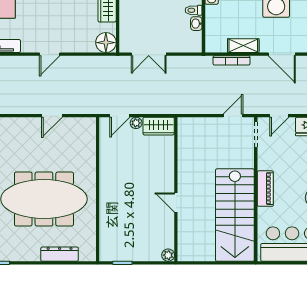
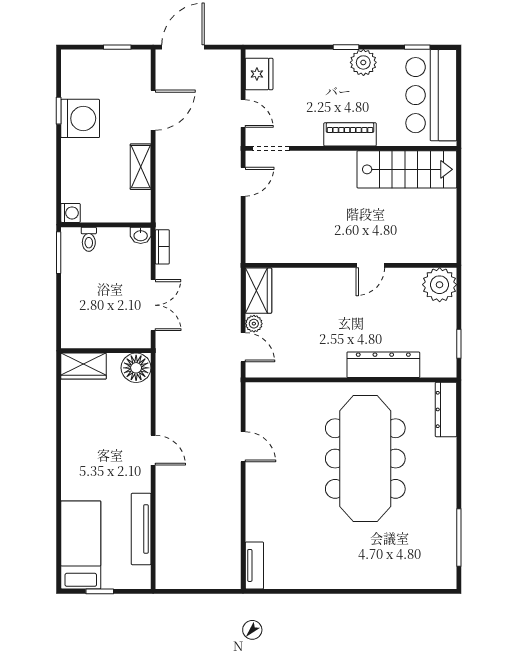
washbasin: (196, 24) -> (141, 235), moved
bookcase: (232, 60) -> (162, 247), moved, width x0.64
door: (233, 116) -> (243, 182), swing flipped
dresser: (108, 211) -> (383, 365), added
stairs: (235, 215) -> (407, 169), width x0.73, depth x0.66
dresser: (60, 254) -> (446, 409), moved
plant: (168, 255) -> (440, 285), width x1.87, depth x1.87

